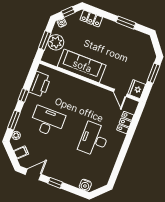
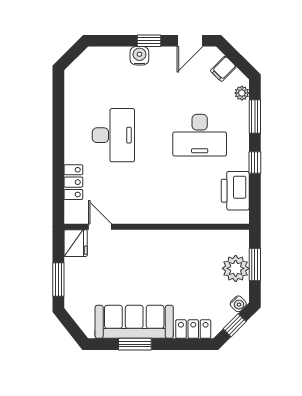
sofa: (82, 66) -> (134, 322), moved, turned 180
water cooler: (85, 185) -> (139, 56), moved

